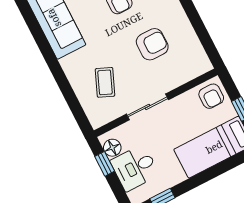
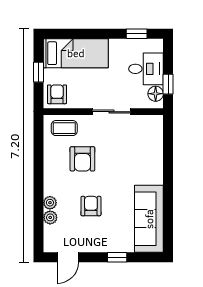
armchair: (152, 44) -> (82, 159), turned -90
coffee table: (105, 82) -> (64, 128), moved, turned 67

